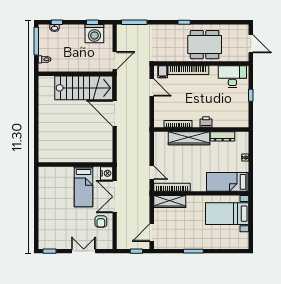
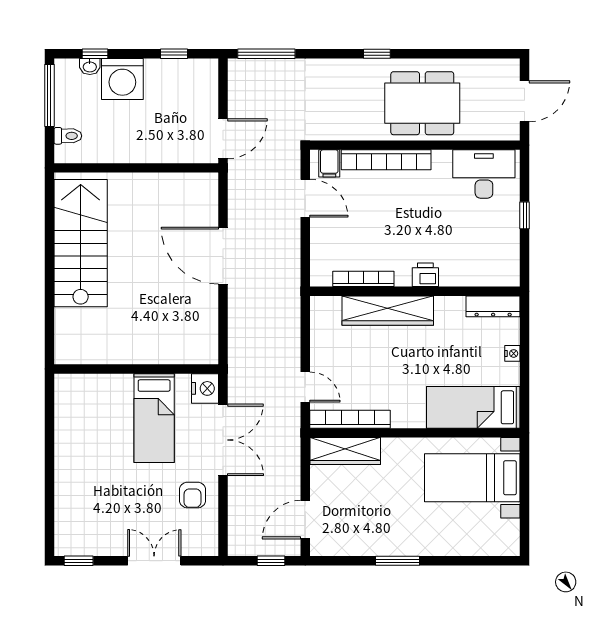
washing machine: (94, 34) -> (122, 79), moved
door: (251, 44) -> (525, 101), hinge flipped
stairs: (84, 88) -> (81, 243), moved, turned -90
dresser: (223, 136) -> (493, 306), moved
double door: (115, 197) -> (223, 440), swing flipped

